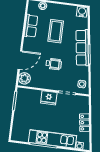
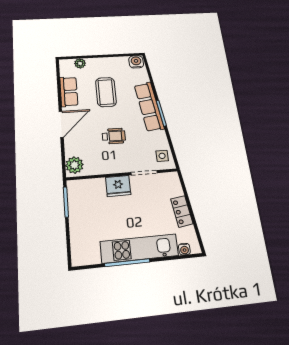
door: (20, 60) -> (61, 124), moved

